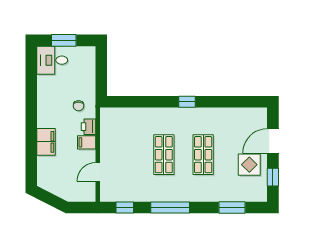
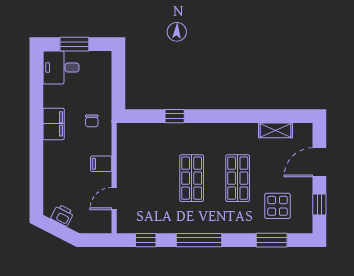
window: (187, 102) -> (175, 116), moved
shelving: (235, 114) -> (276, 130), added
printer: (88, 127) -> (62, 215), moved, turned 117
filing cabinet: (46, 142) -> (54, 124), moved
display table: (249, 165) -> (277, 206), moved

